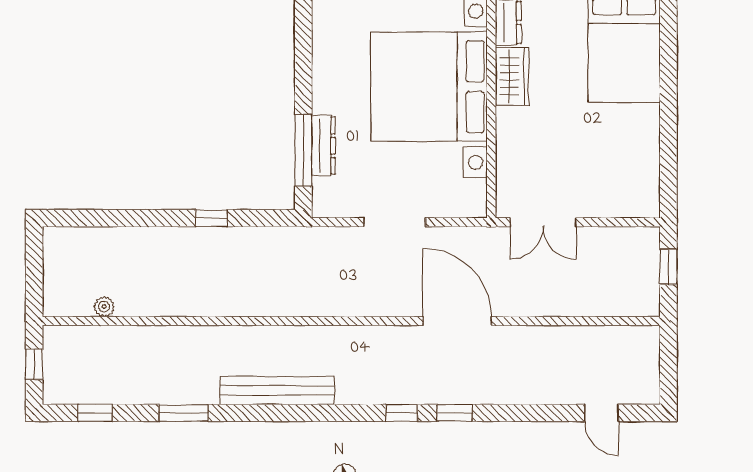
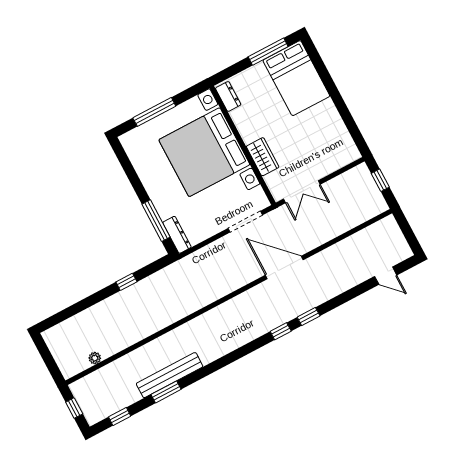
wardrobe: (512, 76) -> (263, 157), moved
dresser: (323, 146) -> (177, 235), moved
doorway: (395, 222) -> (245, 222), moved
bench: (277, 391) -> (170, 375), moved

